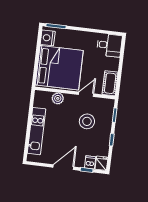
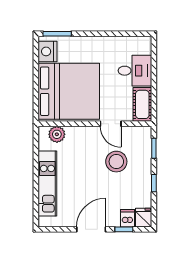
desk: (109, 45) -> (135, 71), moved
door: (86, 94) -> (111, 124), swing flipped
plant: (58, 98) -> (57, 134), moved

